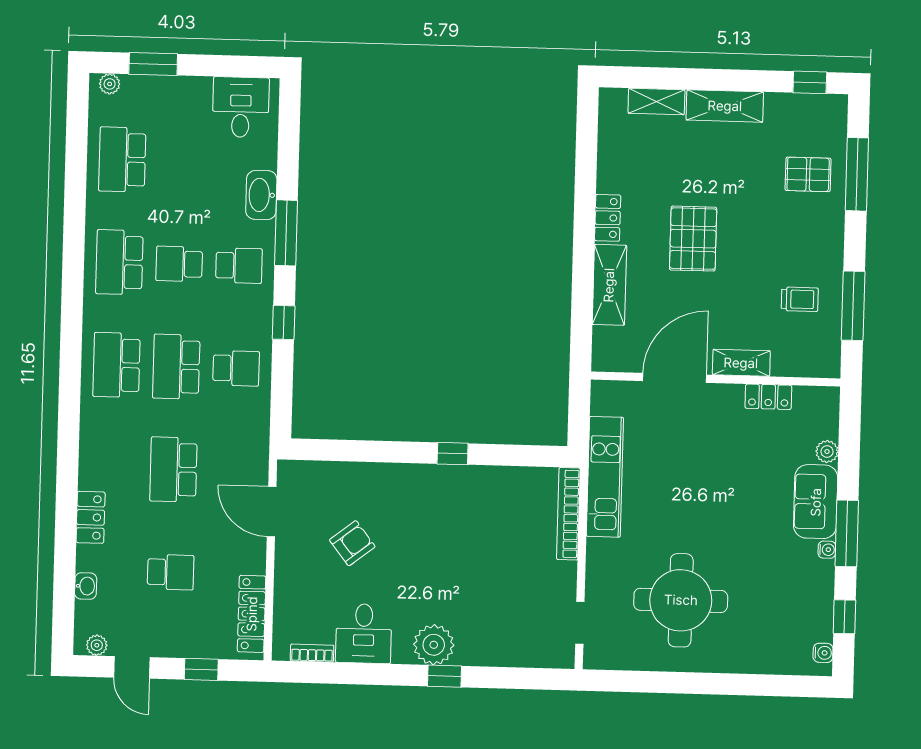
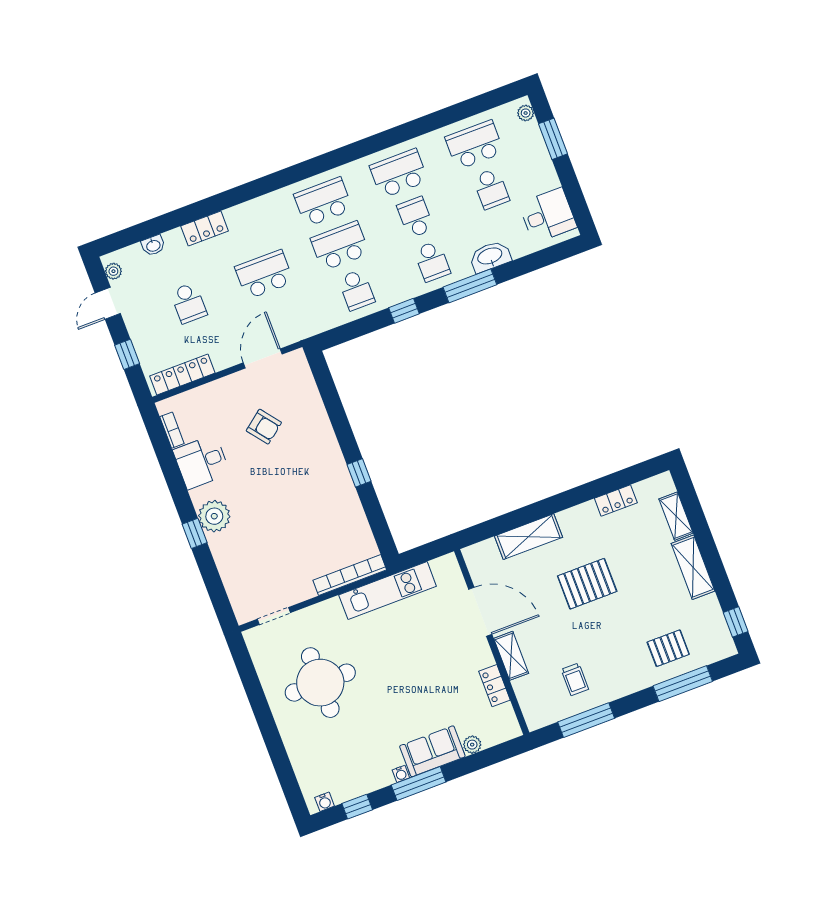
school desk: (182, 161) -> (491, 189), added
pallet: (808, 174) -> (668, 648), turned 90
locker: (608, 218) -> (616, 501), moved

